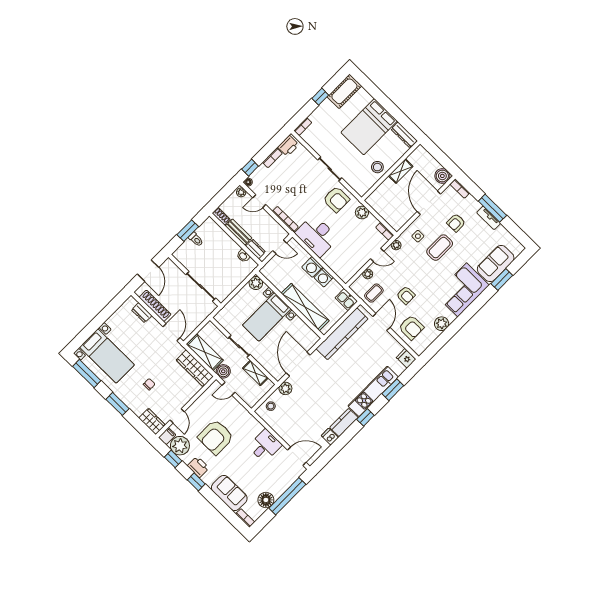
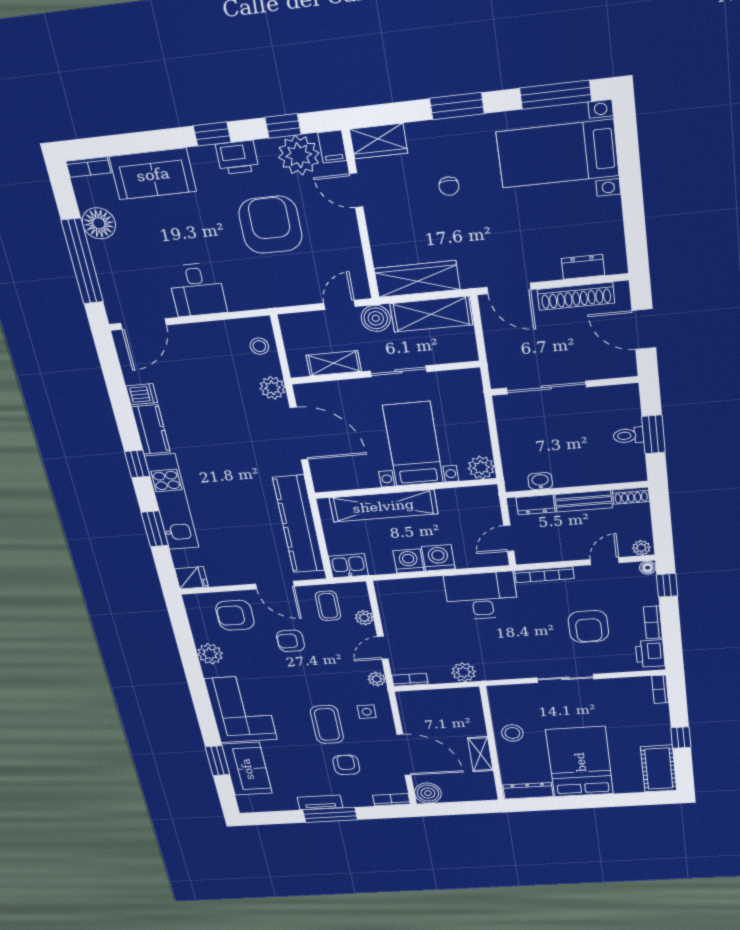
armchair: (336, 199) -> (588, 626), moved, turned -90

